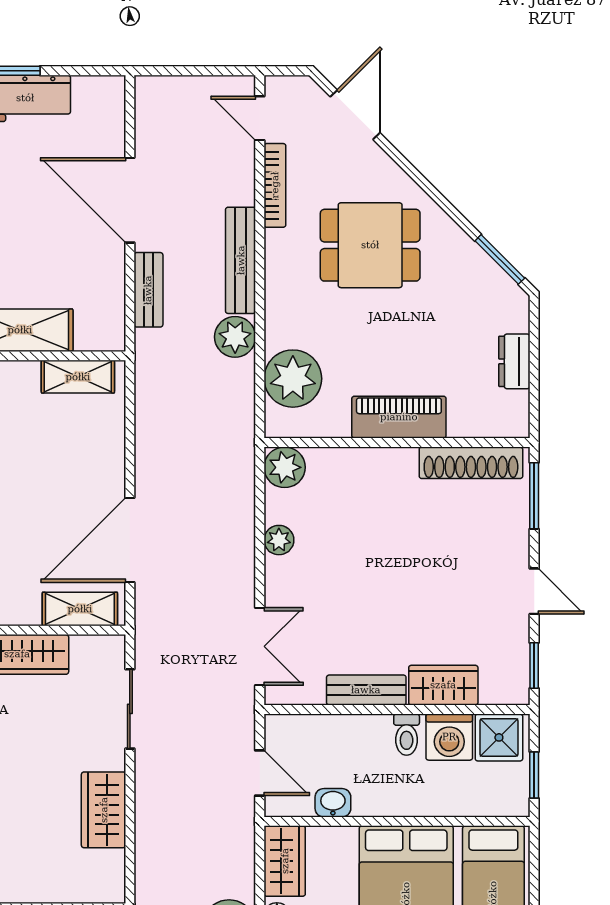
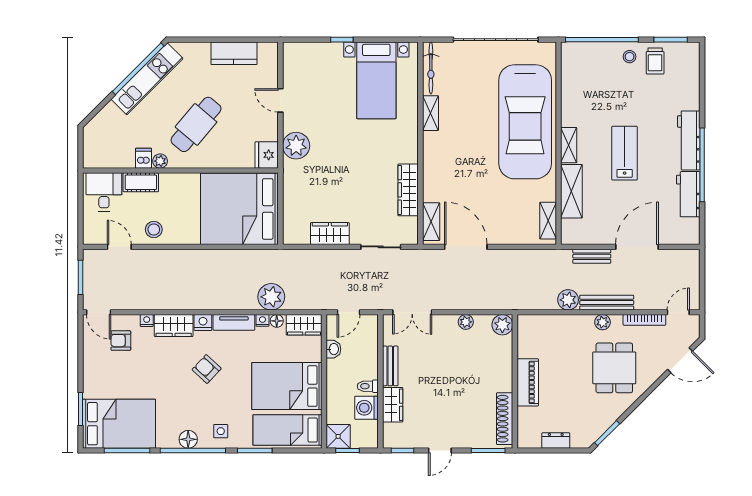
plant: (293, 379) -> (603, 322), moved, width x0.53, depth x0.53
shower: (499, 737) -> (338, 436), moved

